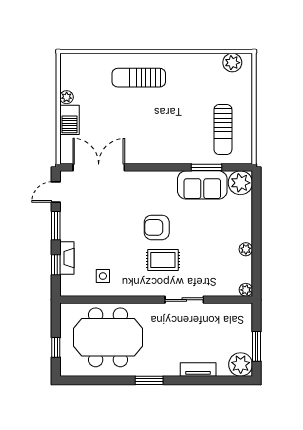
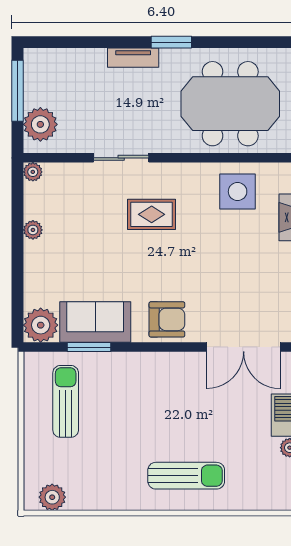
armchair: (157, 227) -> (167, 319), moved
side table: (103, 276) -> (238, 192), width x1.87, depth x1.87
window: (256, 346) -> (18, 91), width x1.44
plant: (241, 364) -> (40, 124), moved
tv unit: (198, 369) -> (133, 58), moved

